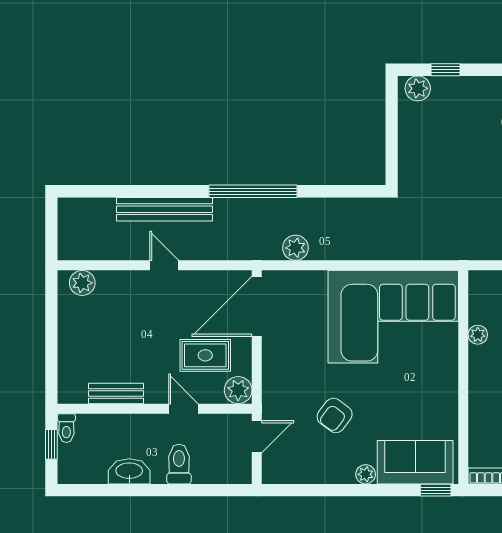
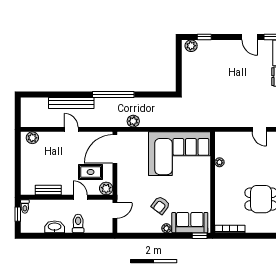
armchair: (335, 415) -> (161, 205), moved

